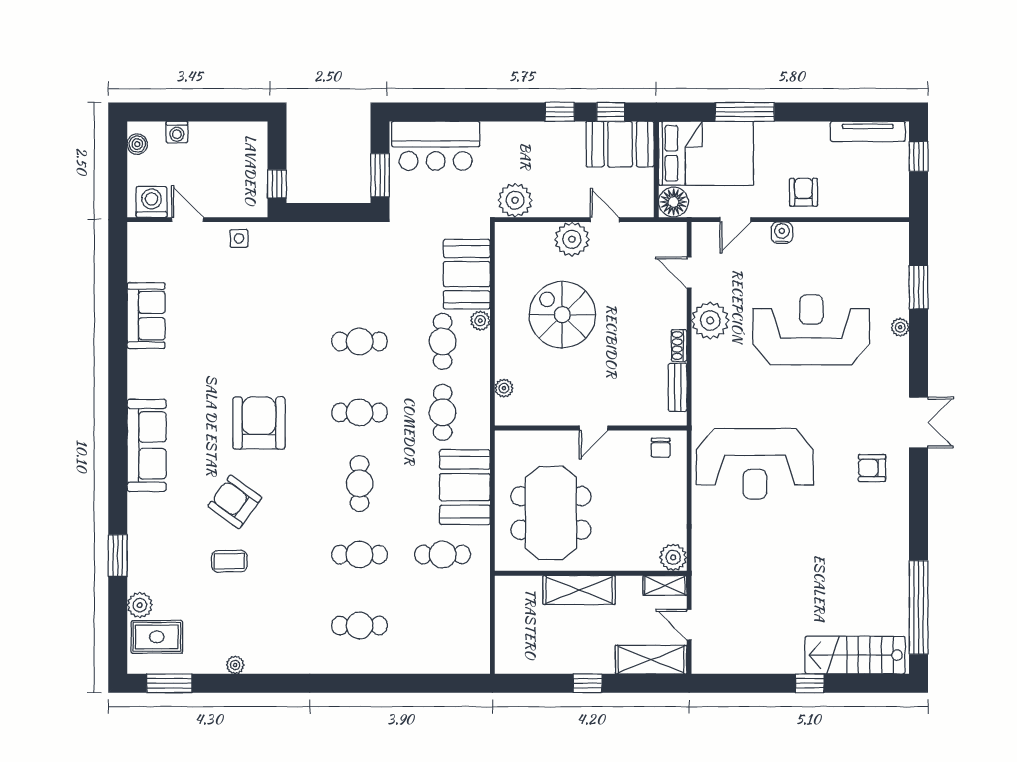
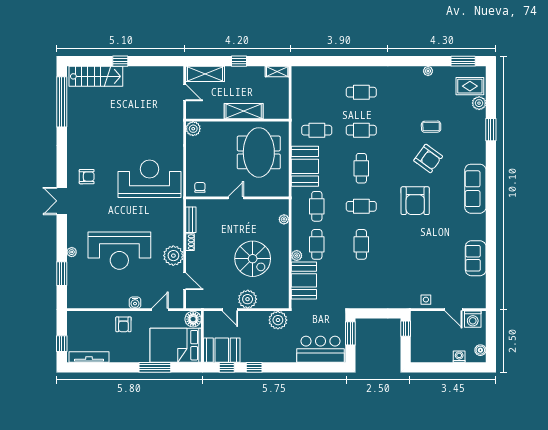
cafe table: (360, 341) -> (361, 244), turned 90
shelving: (665, 585) -> (277, 71), moved

